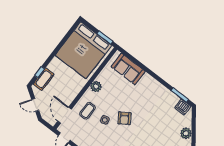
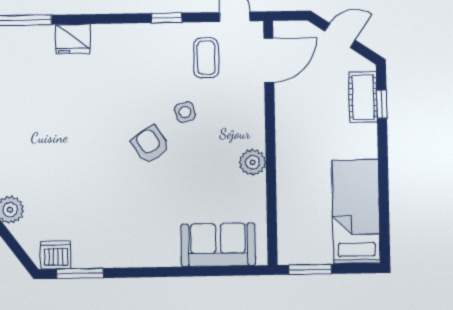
bed: (83, 50) -> (356, 212), width x0.49
coffee table: (88, 111) -> (206, 58), moved
door: (65, 115) -> (269, 60), hinge flipped

